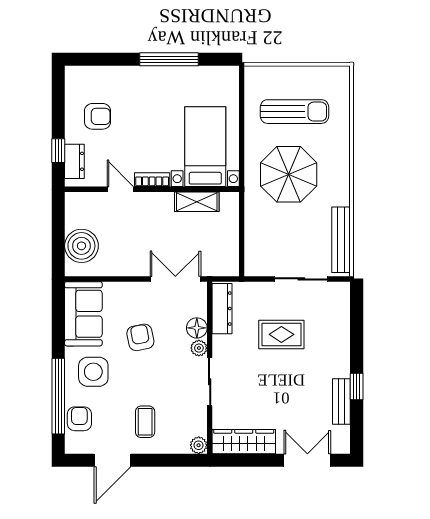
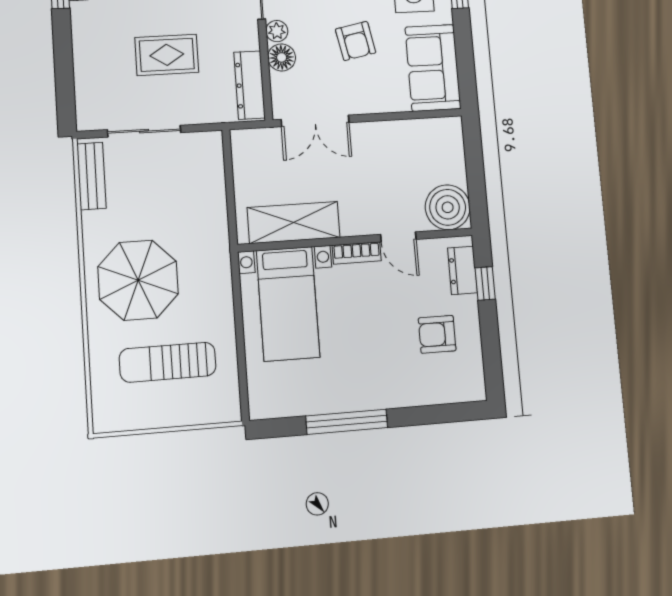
parasol: (289, 174) -> (138, 280), moved
shelving: (197, 202) -> (294, 223), width x1.50, depth x1.33
bench: (341, 240) -> (92, 176), width x0.73
boiler: (81, 246) -> (448, 207), moved

